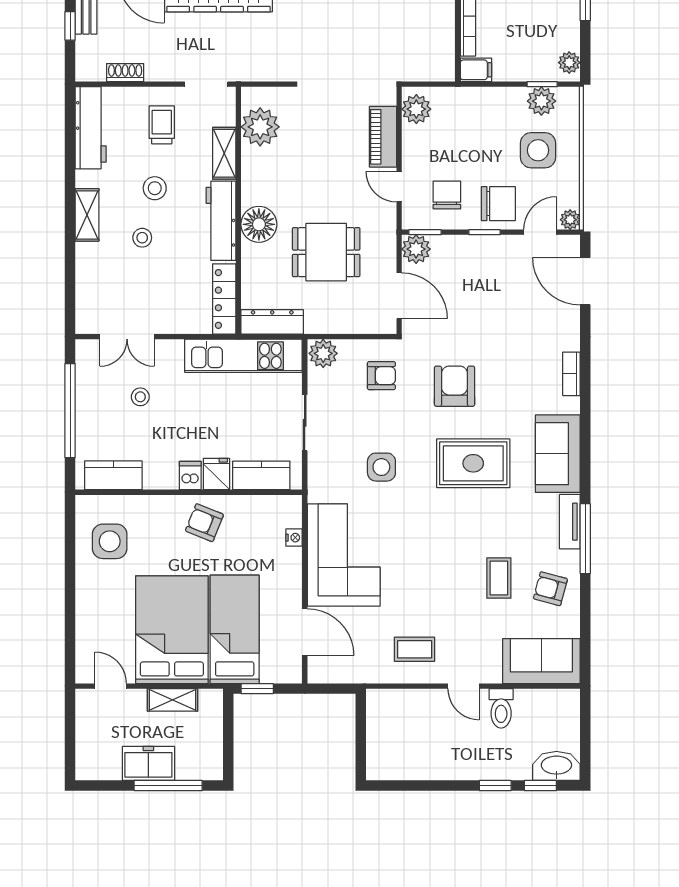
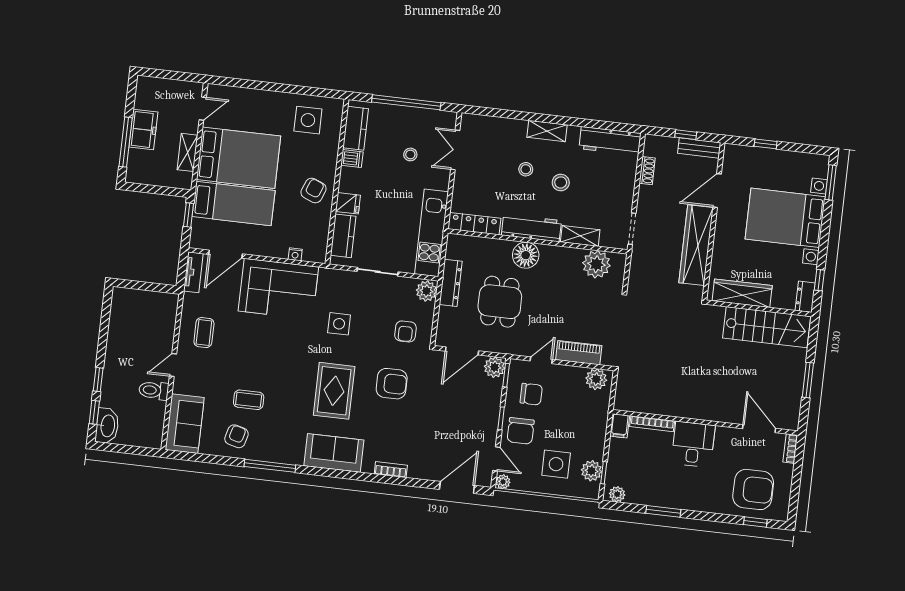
trolley: (162, 125) -> (606, 193), removed
dresser: (272, 322) -> (451, 283), moved
dishwasher: (190, 476) -> (352, 159), moved
tv unit: (570, 522) -> (193, 272), moved, turned 90

